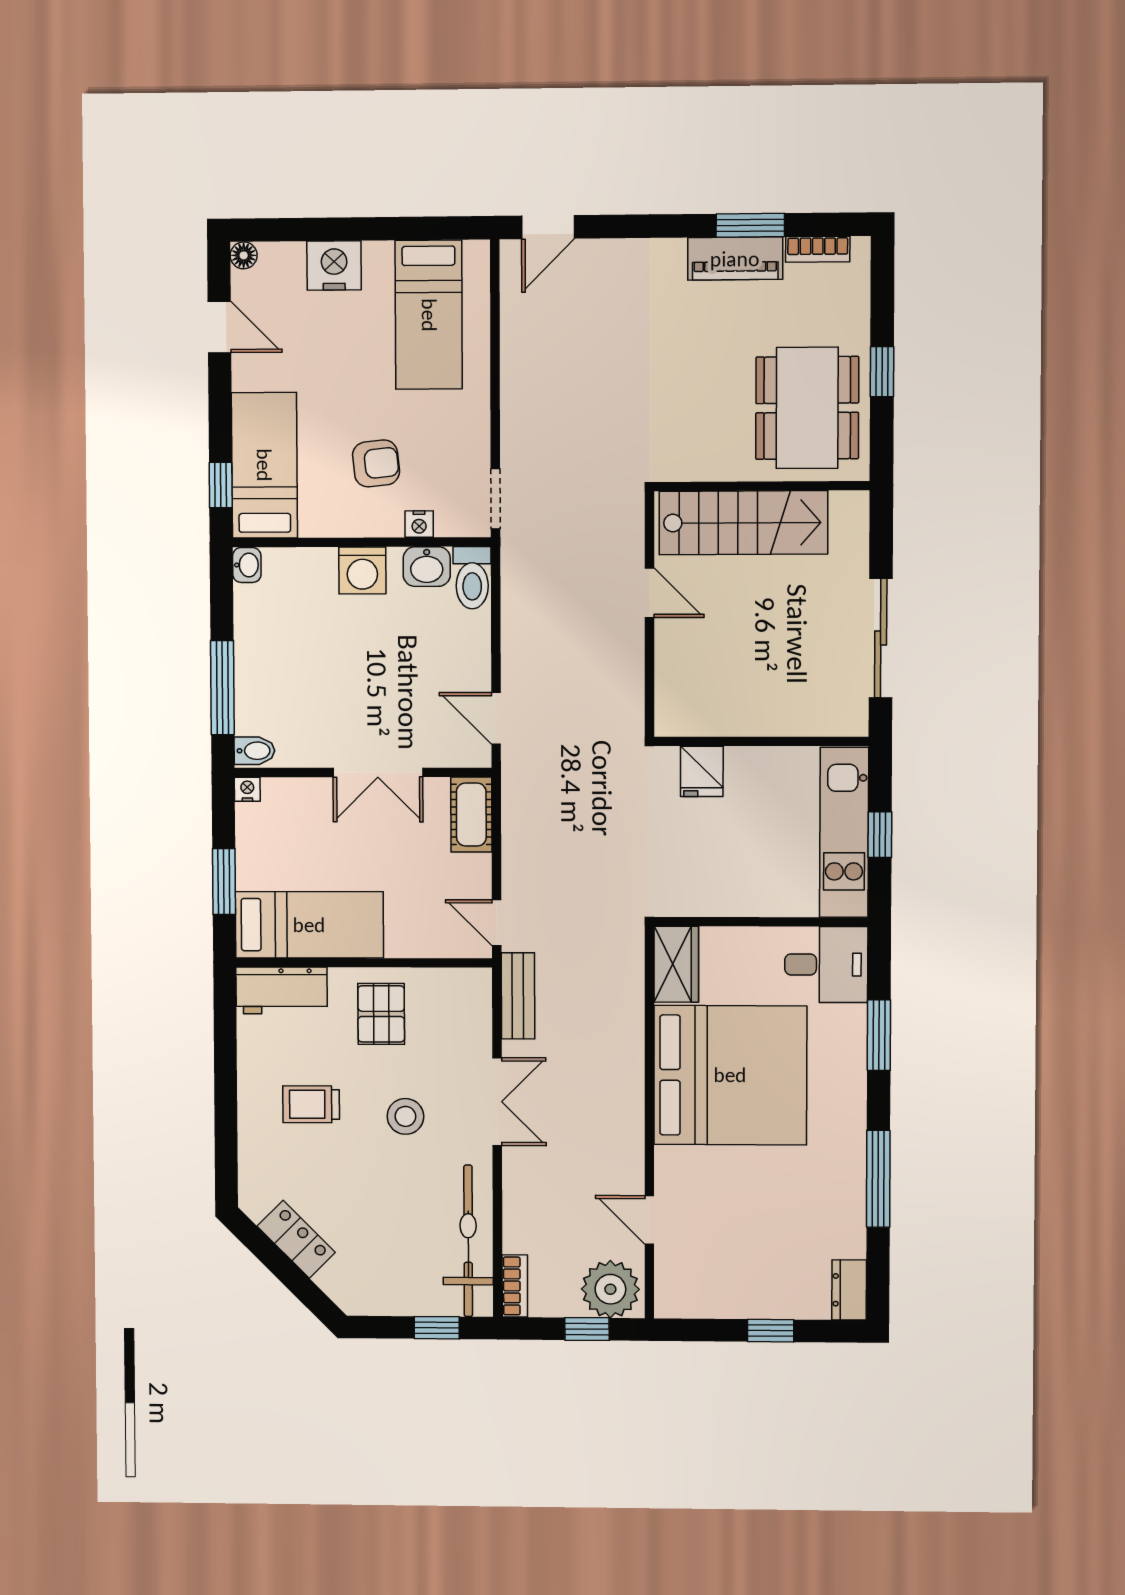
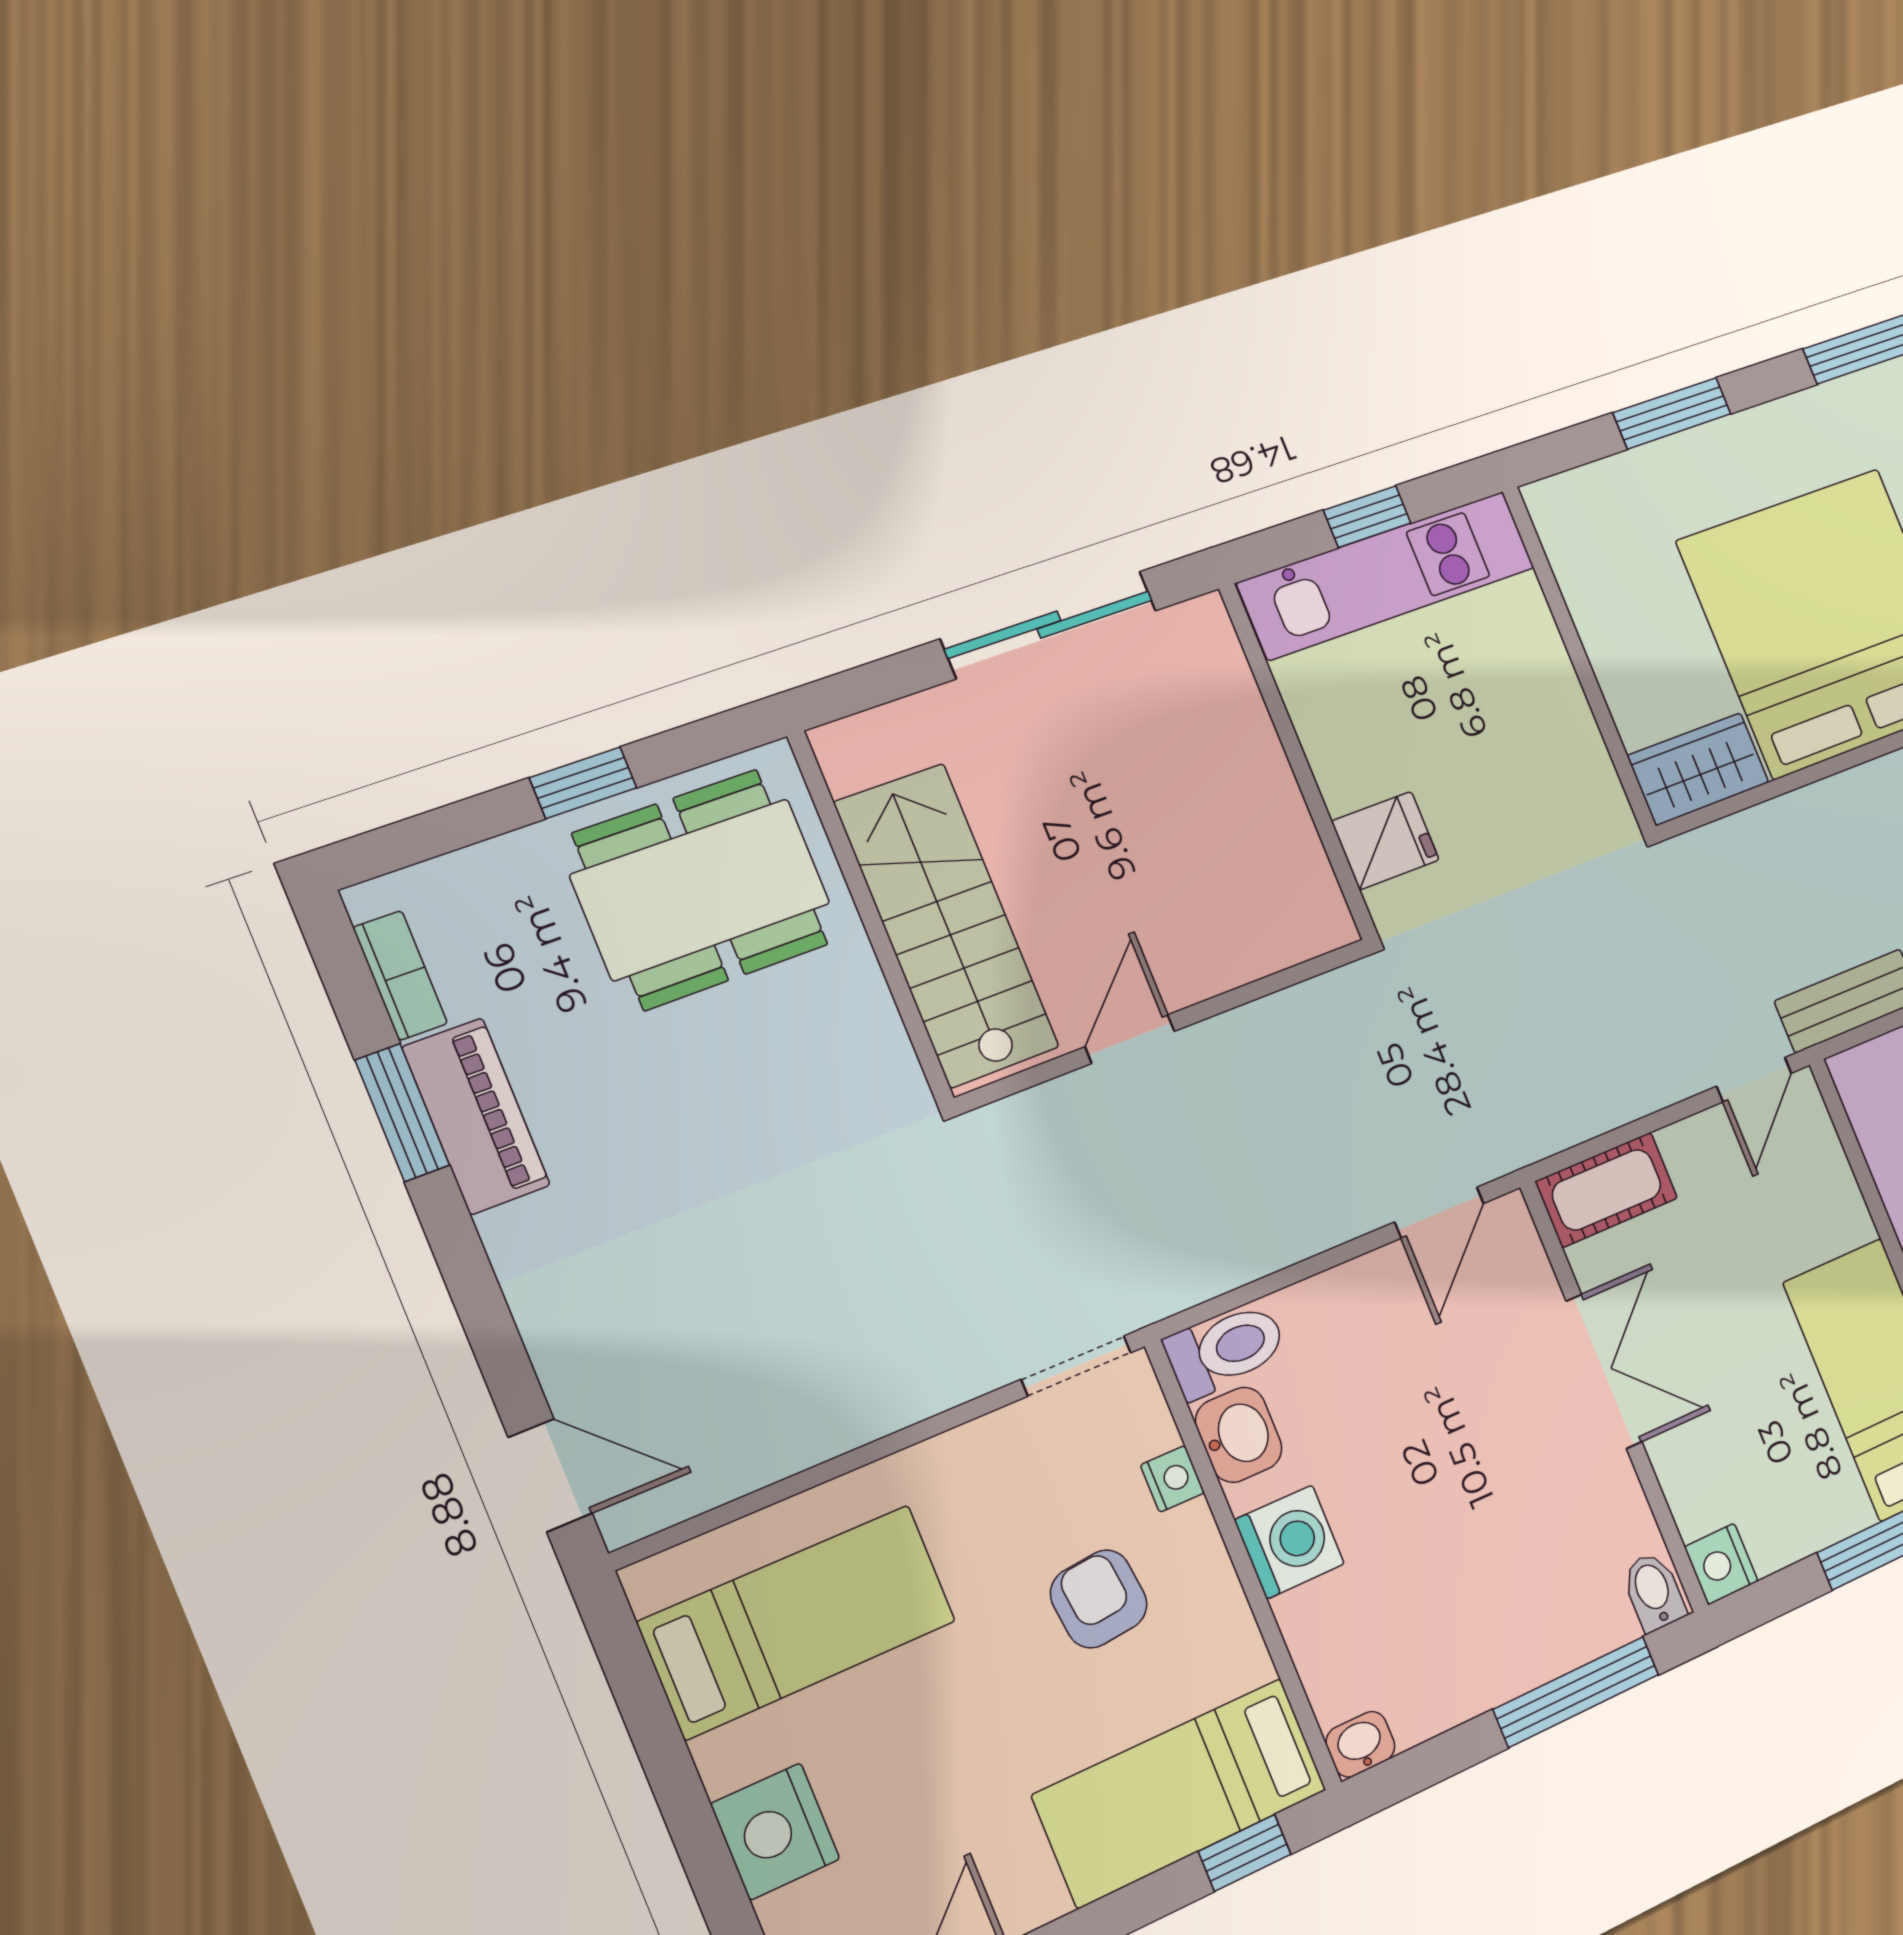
nightstand: (247, 789) -> (1721, 1564), width x1.39, depth x1.35
desk: (826, 965) -> (1601, 532), removed

